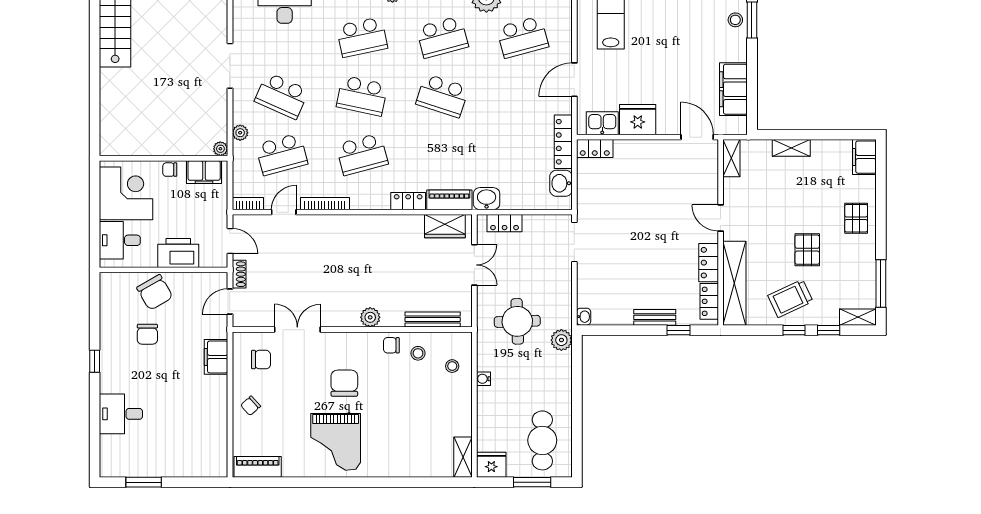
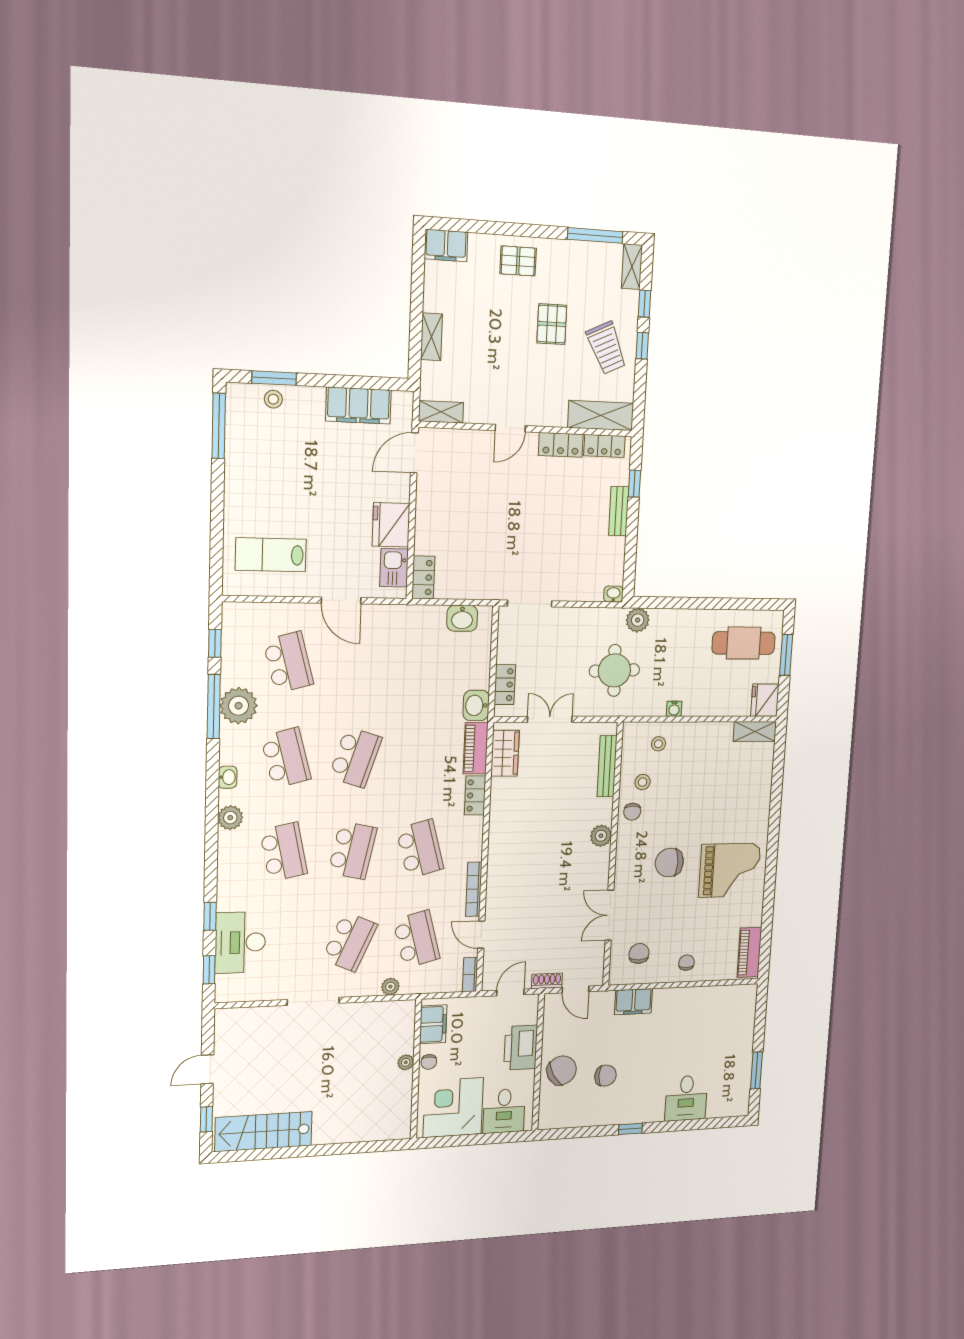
locker: (563, 142) -> (414, 615), removed
plant: (220, 149) -> (406, 1062), moved
pallet: (807, 250) -> (552, 324), turned 90
shelving: (734, 283) -> (601, 415), width x0.68
chair: (251, 406) -> (687, 963), turned -138

